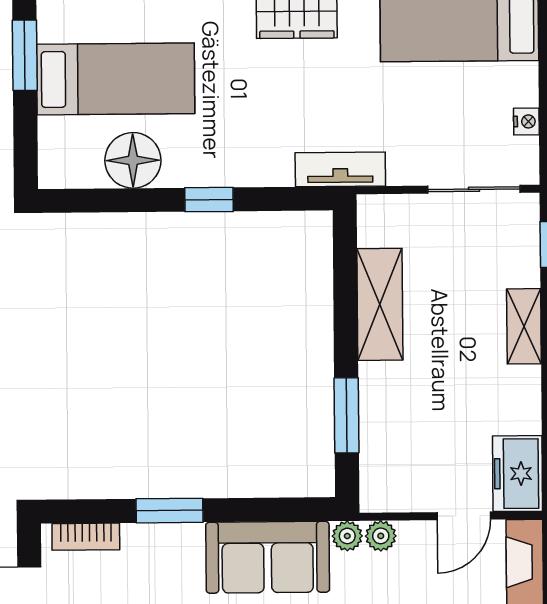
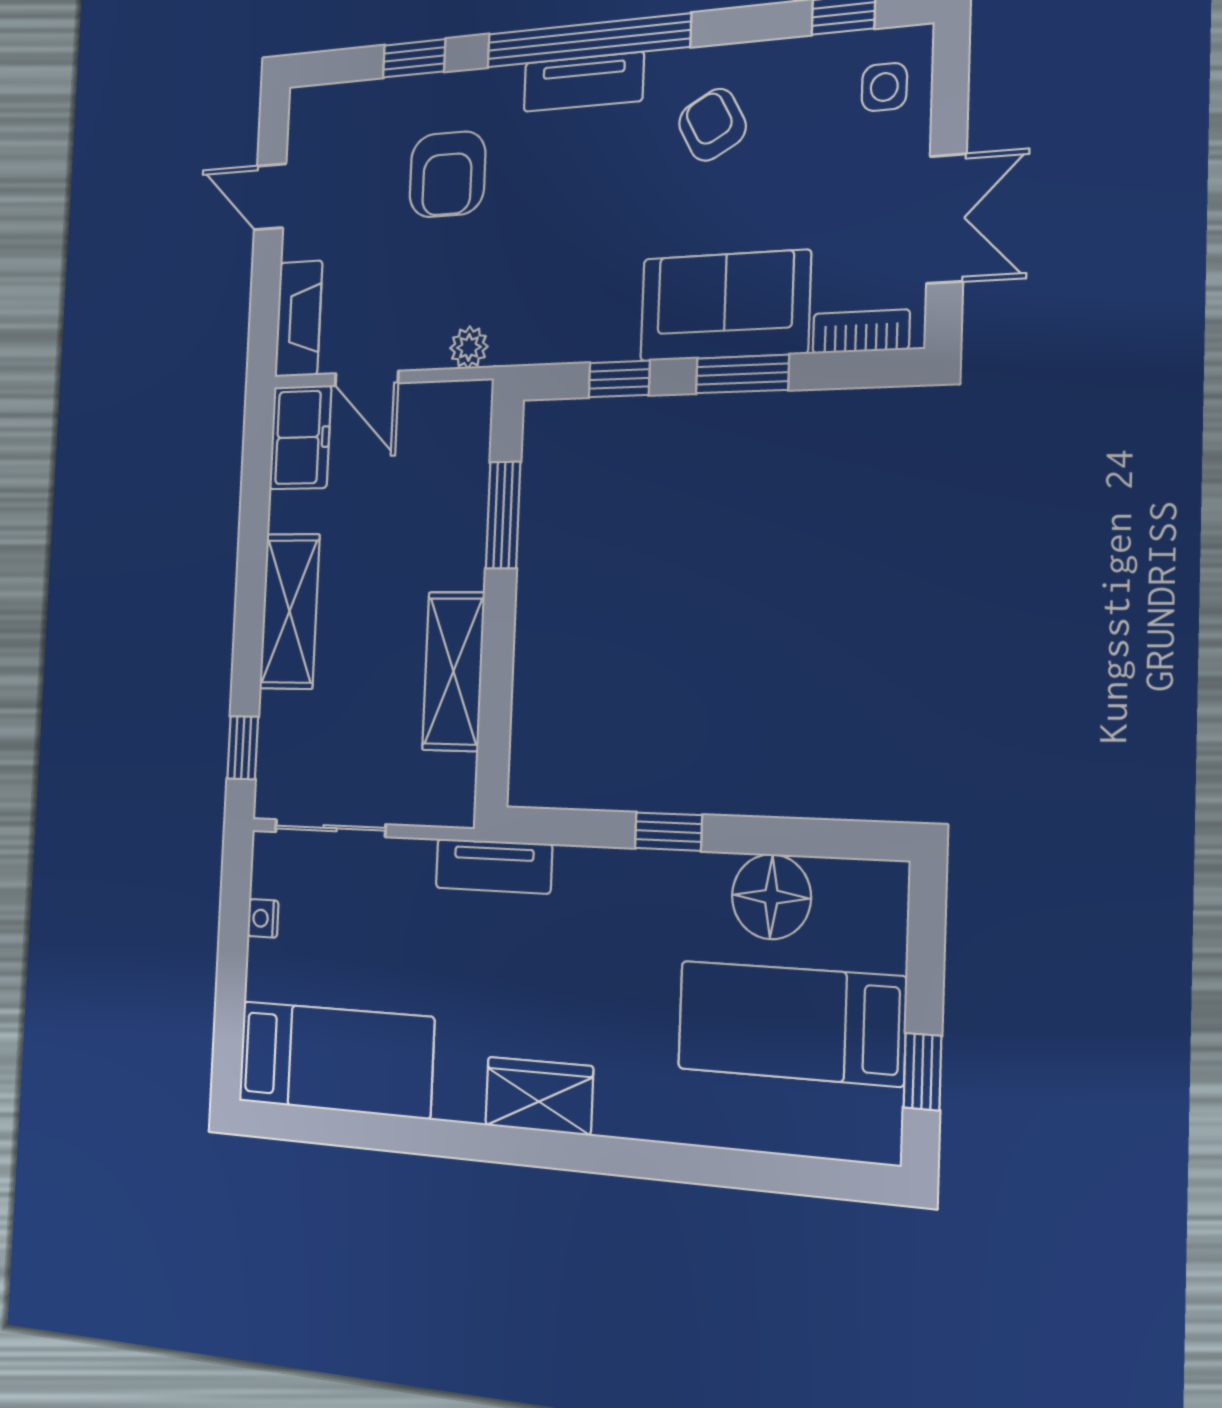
window: (25, 55) -> (922, 1072), width x0.67
shelving: (524, 326) -> (290, 611), width x1.50, depth x1.33
window: (261, 510) -> (619, 379), added
door: (464, 516) -> (367, 378), swing flipped
plant: (347, 536) -> (511, 346), removed
sofa: (268, 557) -> (725, 306), moved

